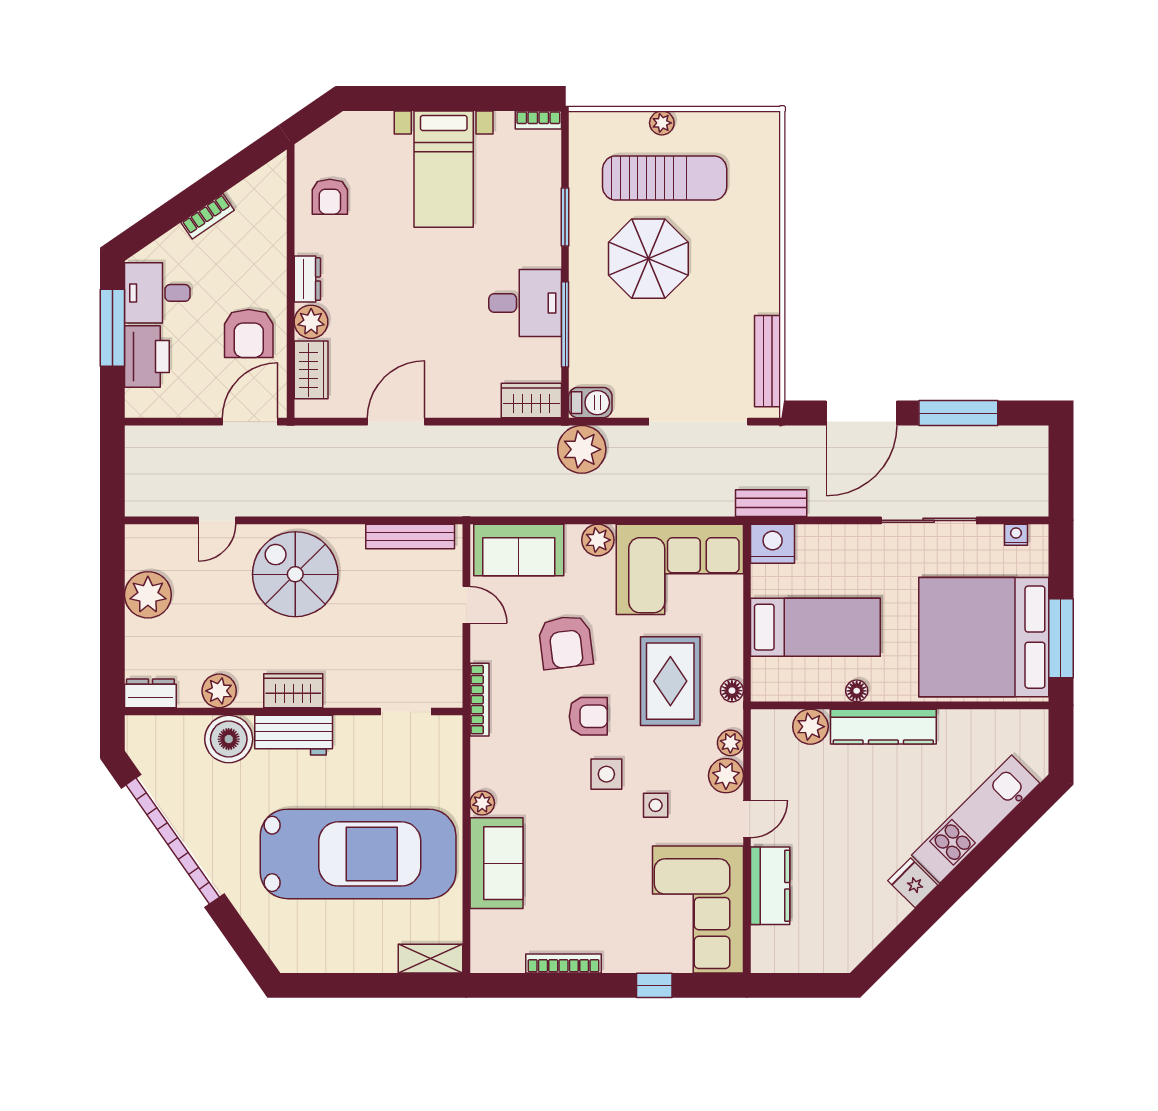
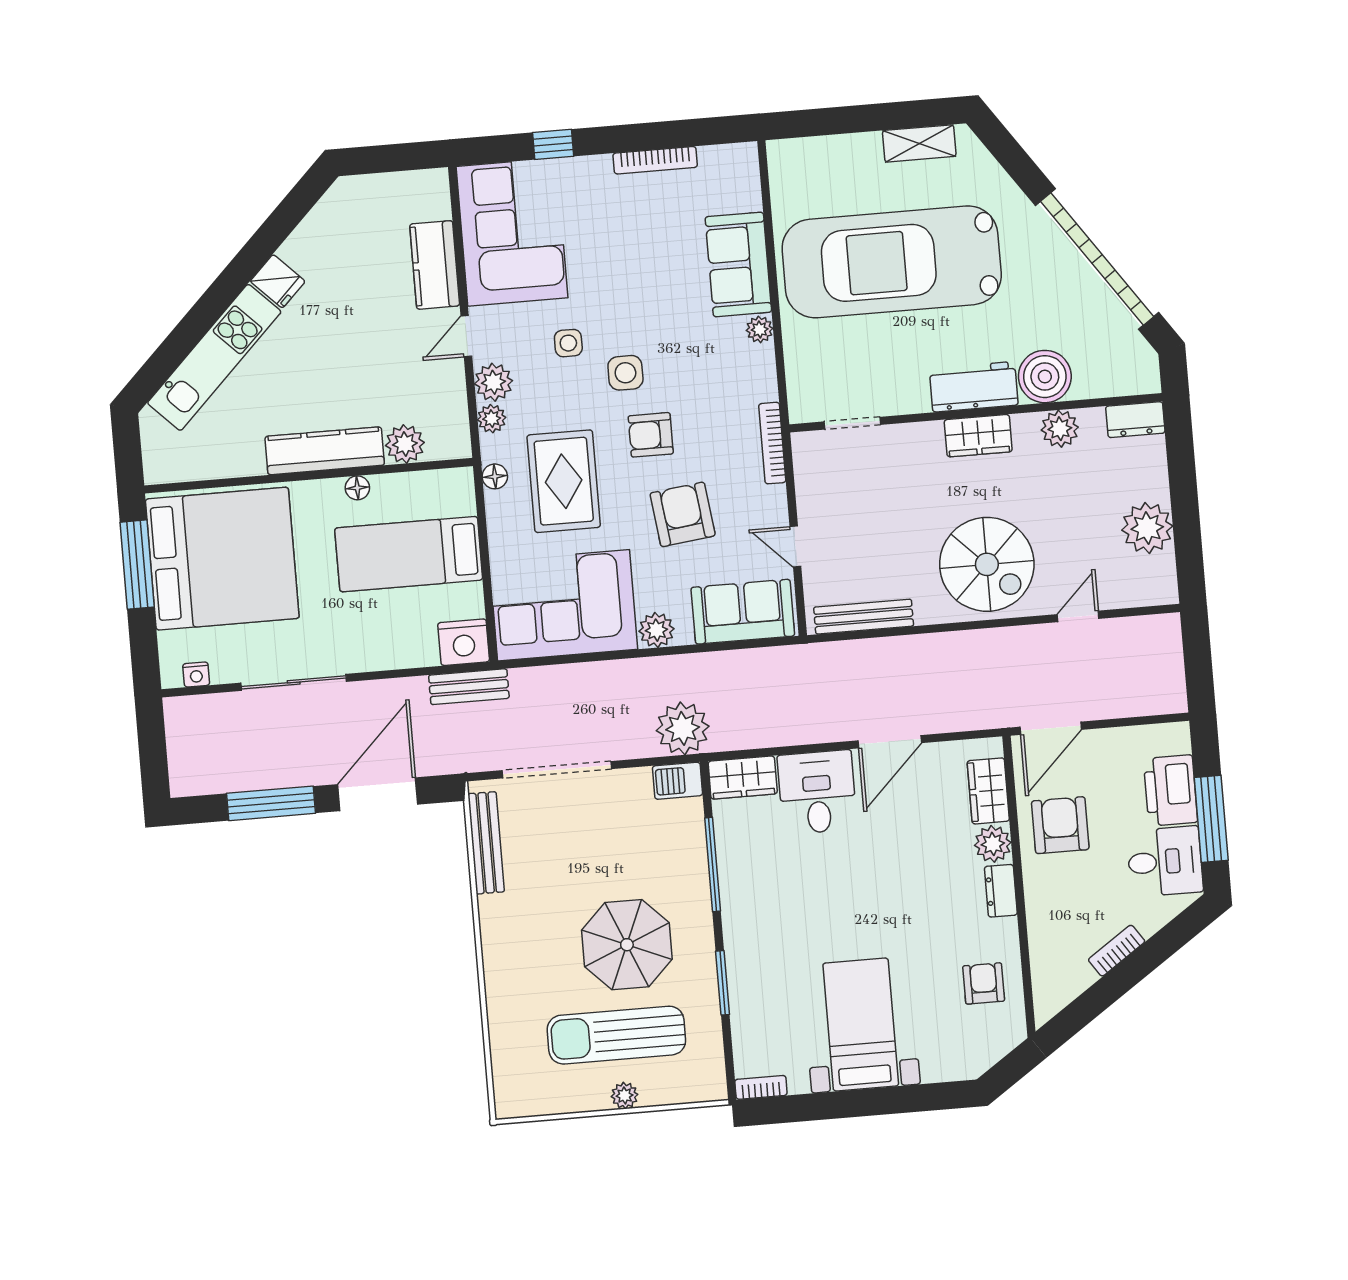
desk: (525, 303) -> (817, 792), moved, turned 90
shelving: (430, 959) -> (919, 143), moved

